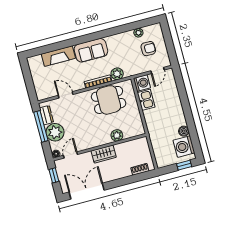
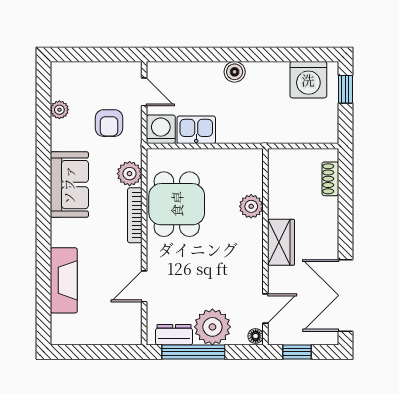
armchair: (148, 49) -> (109, 123), moved, turned 180
sofa: (91, 50) -> (69, 185), moved
boiler: (184, 131) -> (235, 72), moved
door: (70, 155) -> (265, 308), swing flipped

